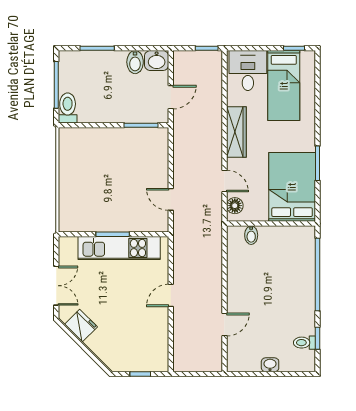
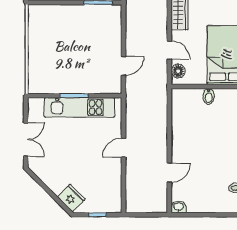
door: (171, 199) -> (124, 66), swing flipped
bidet: (251, 235) -> (209, 96), moved
fridge: (81, 326) -> (71, 198), moved
washbasin: (270, 365) -> (179, 207), moved

